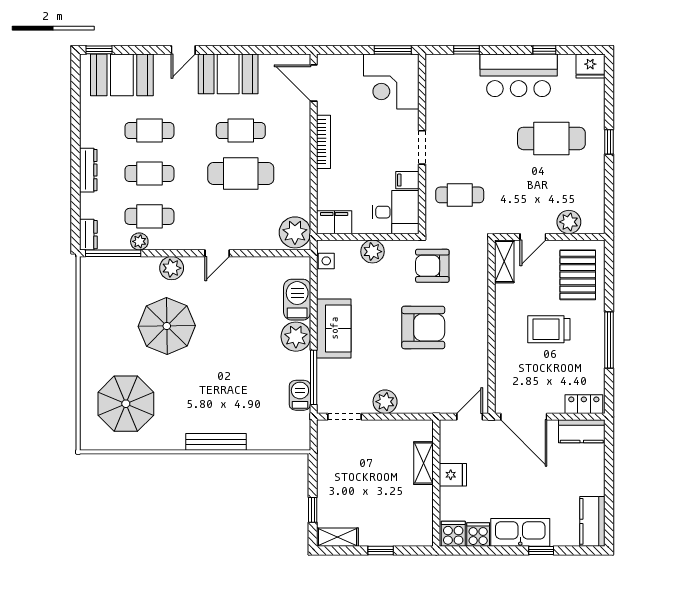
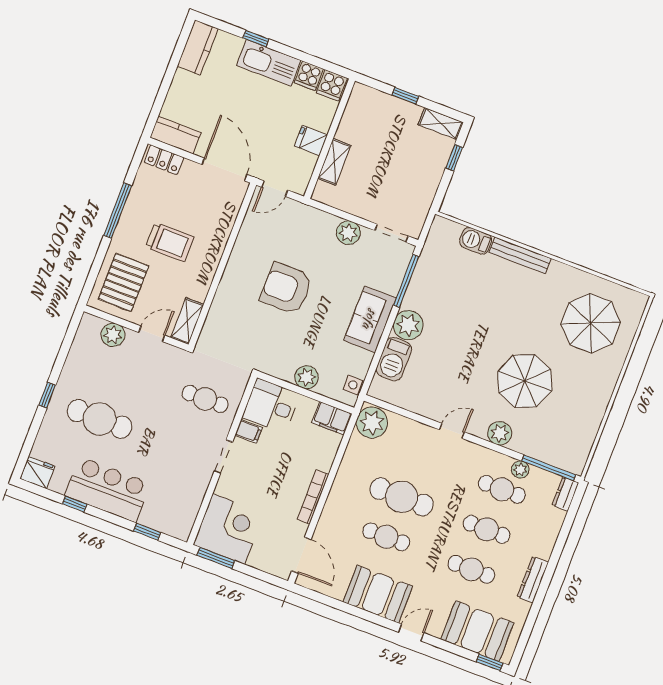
dresser: (88, 170) -> (533, 580), moved
armchair: (432, 266) -> (256, 343), removed
barbecue: (300, 395) -> (476, 241), moved, turned 90

